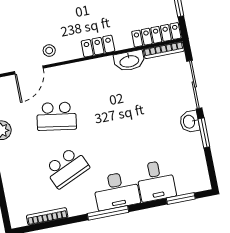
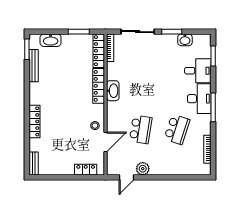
locker: (98, 46) -> (99, 86), width x1.53
washbasin: (129, 61) -> (113, 91), moved
door: (29, 70) -> (105, 142), hinge flipped
washbasin: (189, 122) -> (185, 40), moved
school desk: (67, 168) -> (177, 129), turned 42

